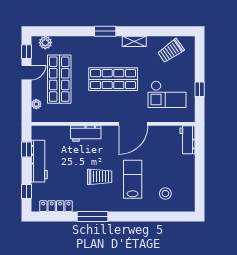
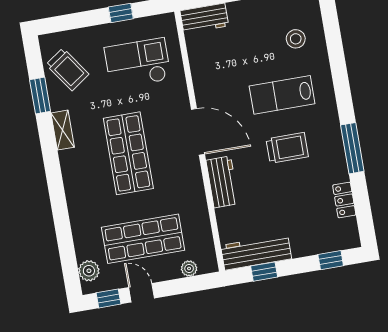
window: (105, 31) -> (40, 96), moved
checkout: (167, 94) -> (138, 63), turned -90
door: (133, 124) -> (198, 132), moved
workbench: (39, 161) -> (256, 252), moved
trolley: (100, 177) -> (287, 148), turned 90
locker: (56, 206) -> (344, 200), width x0.66

